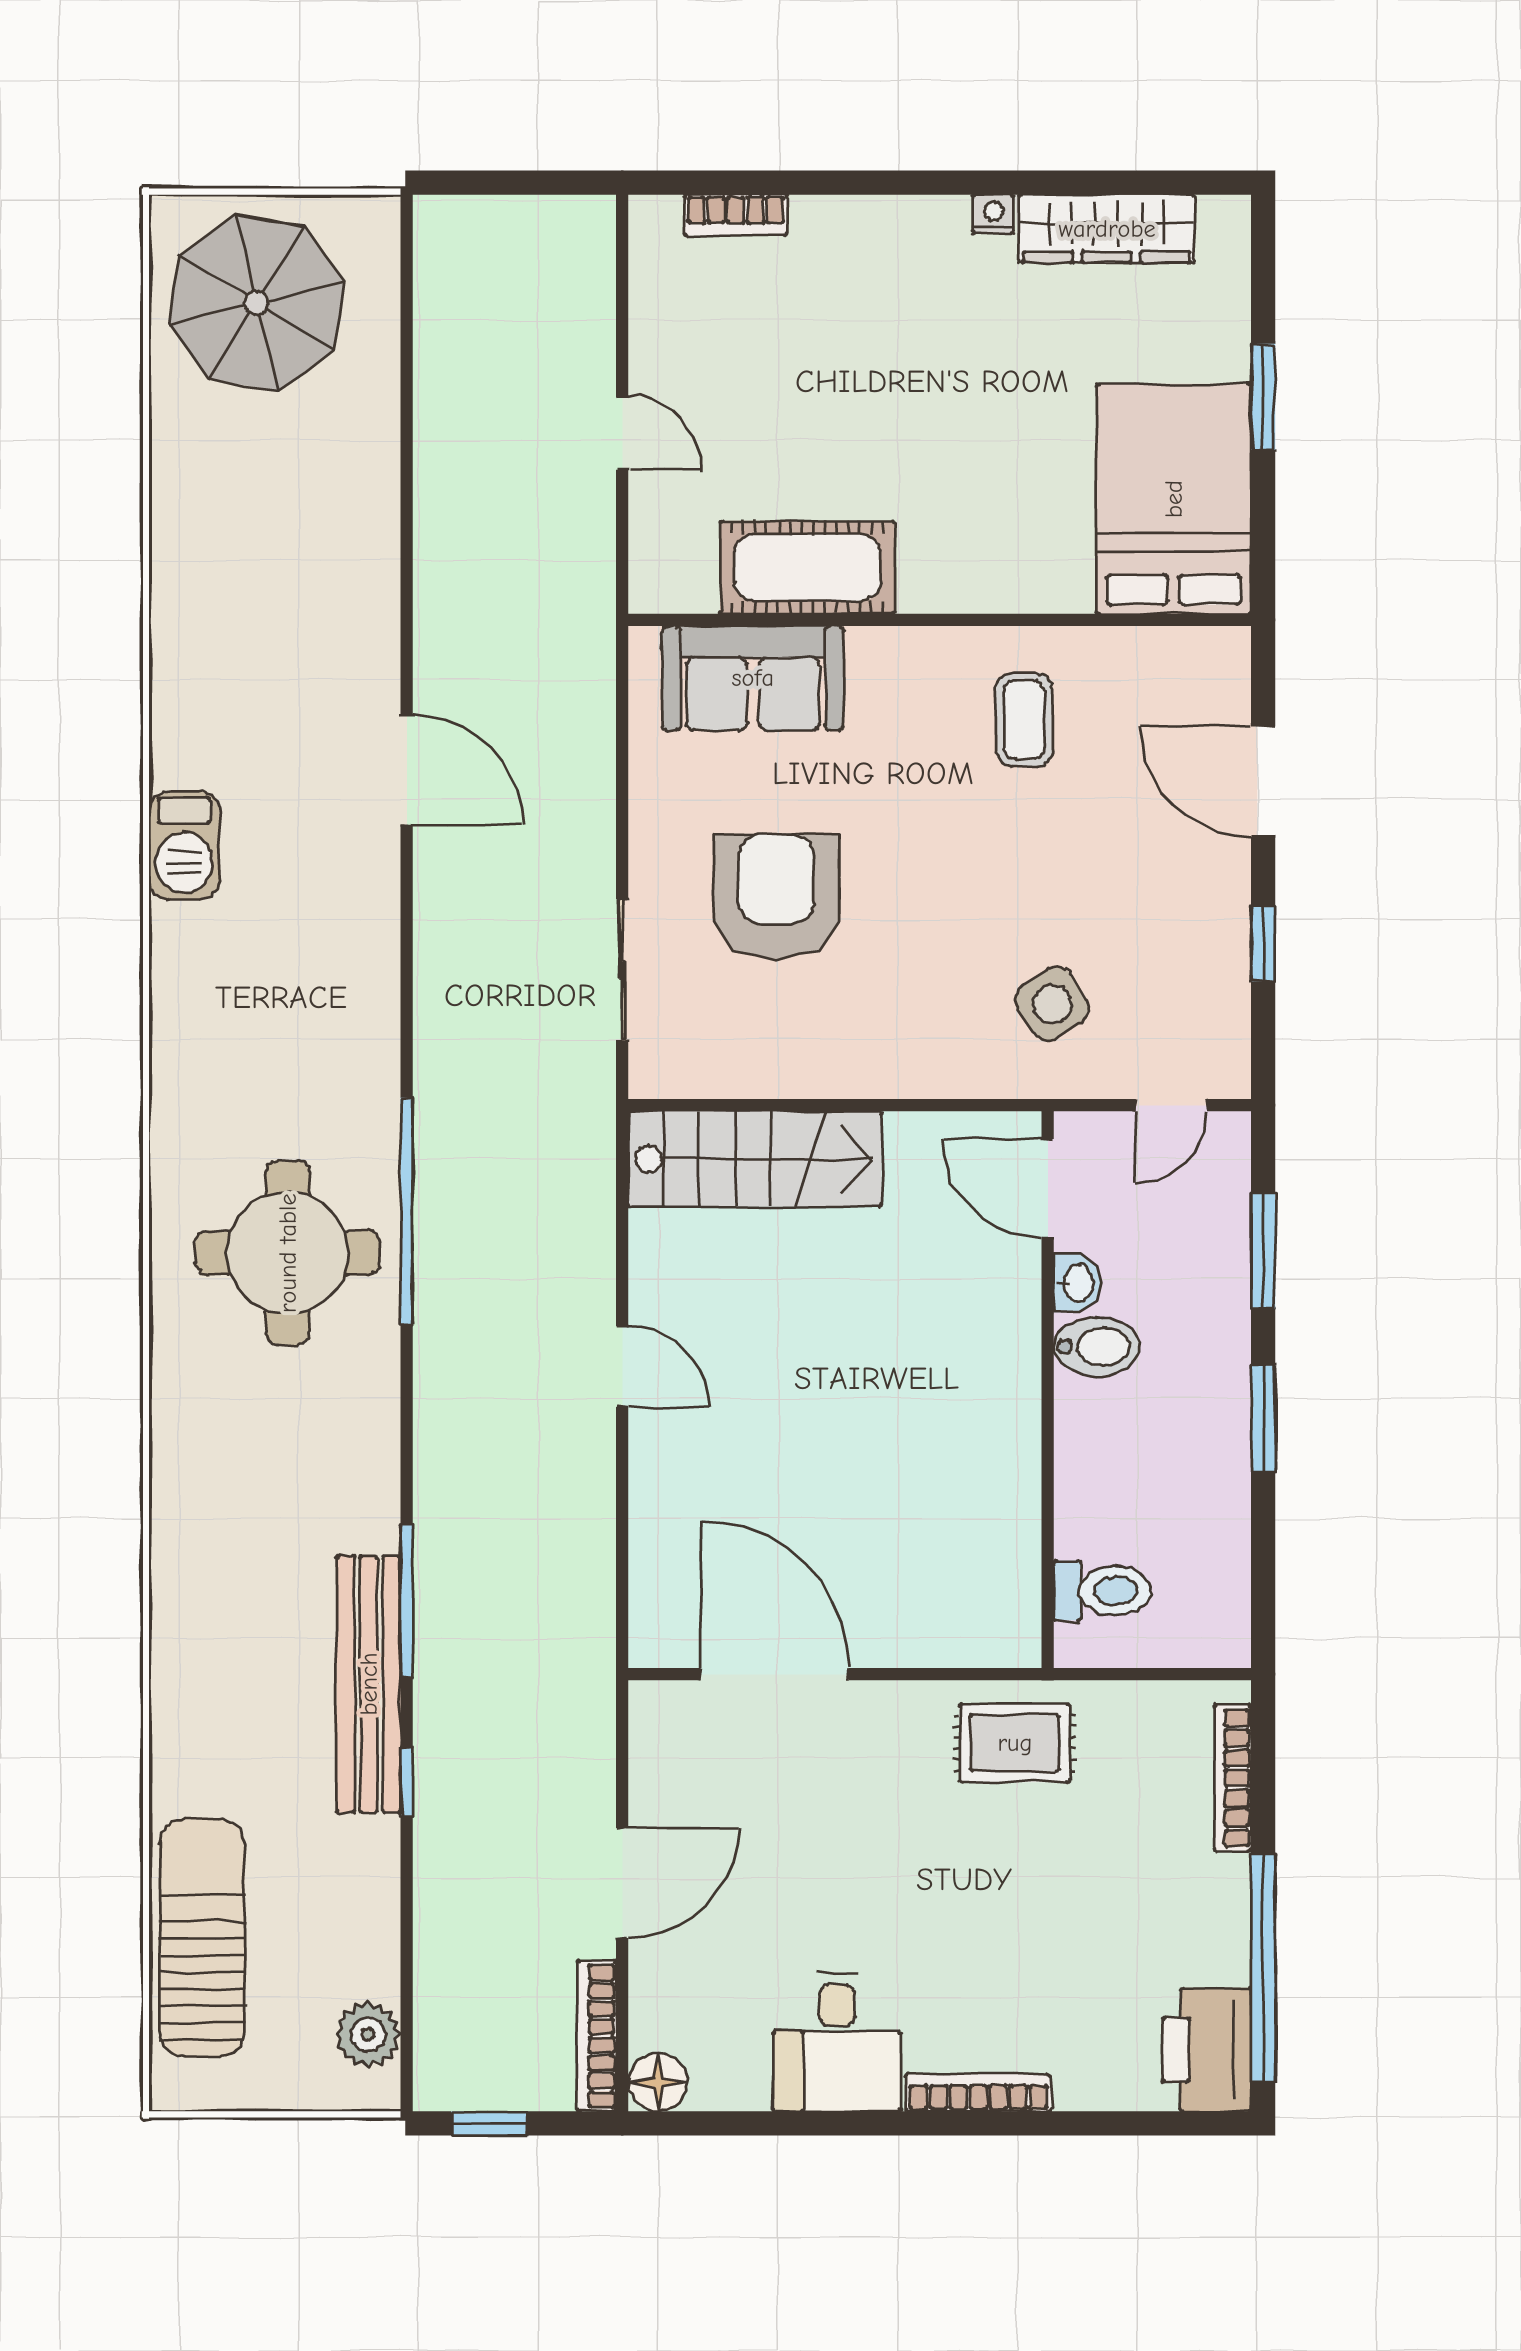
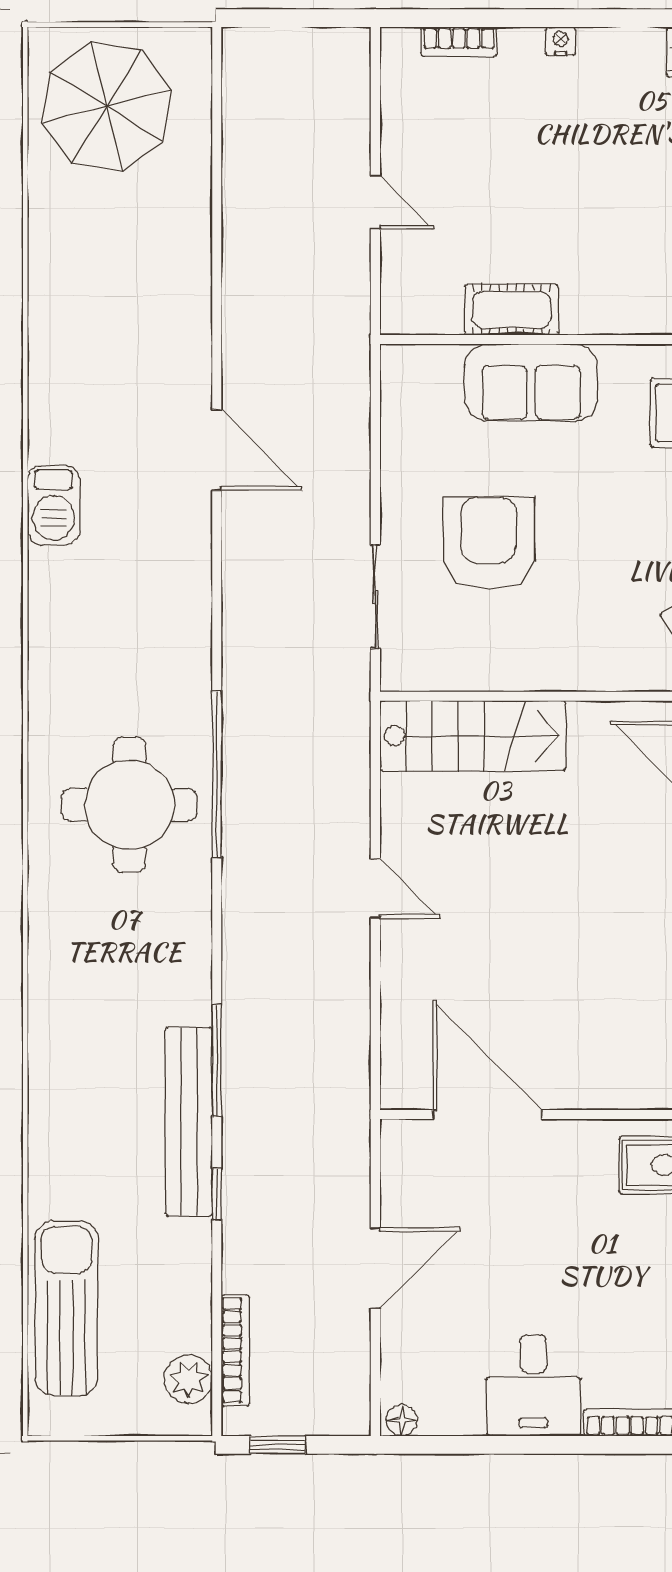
nightstand: (993, 214) -> (561, 41), moved
cot: (808, 567) -> (512, 310), width x0.73, depth x0.75
sofa: (753, 678) -> (531, 382), moved
bookcase: (597, 2036) -> (235, 1350), moved, turned 180
floor lamp: (658, 2082) -> (402, 1420), width x0.73, depth x0.73

